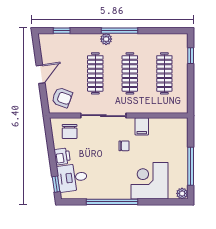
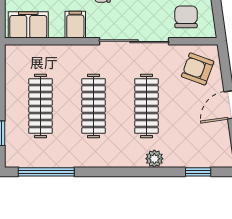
window: (119, 31) -> (46, 172), moved
plant: (106, 39) -> (154, 159), moved
filing cabinet: (172, 126) -> (28, 25), added

